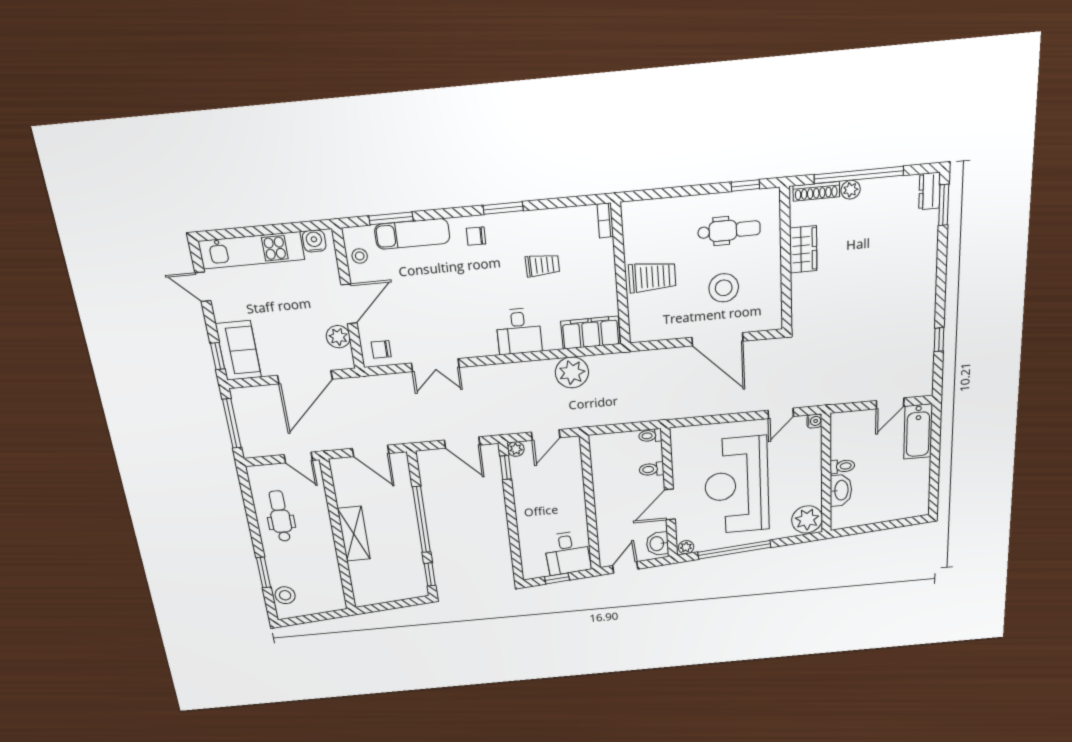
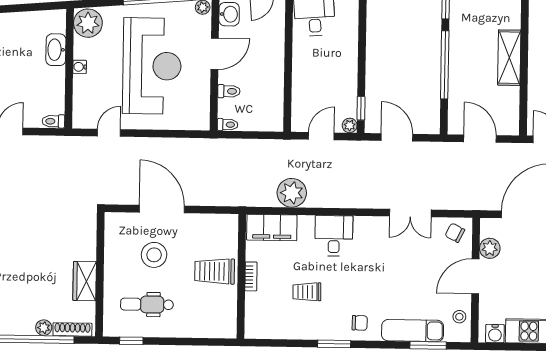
bookcase: (605, 220) -> (251, 276), moved
chair: (381, 349) -> (455, 233), turned -153
double door: (435, 365) -> (410, 213), swing flipped
water cooler: (814, 421) -> (80, 67), moved
toilet: (842, 466) -> (53, 121), moved

